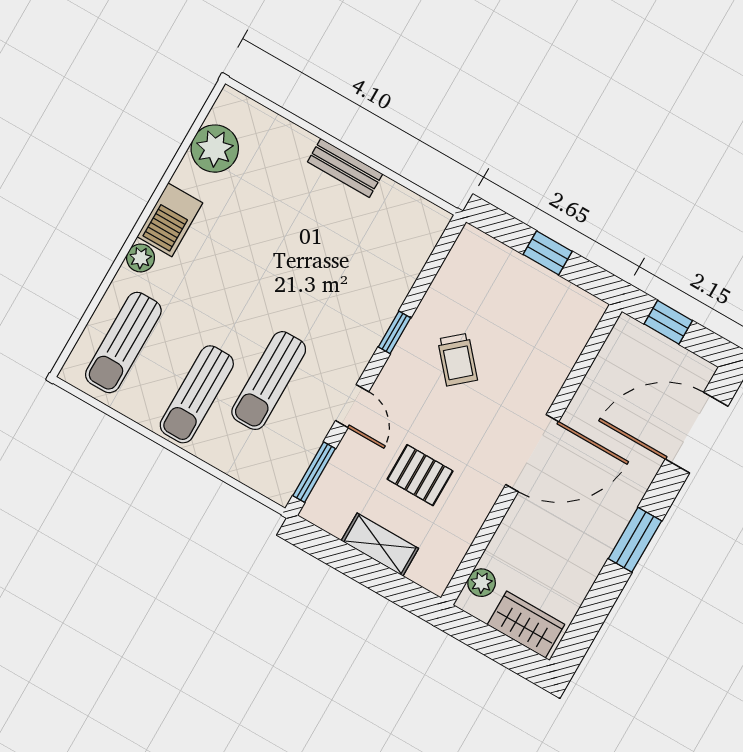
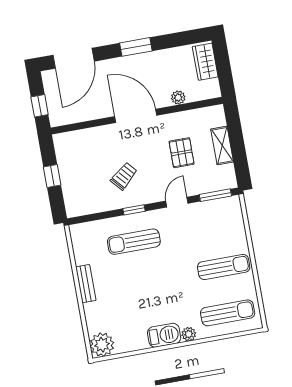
plant: (215, 149) -> (102, 345), moved
sun lounger: (269, 381) -> (134, 242), moved, turned 180
door: (697, 433) -> (74, 58), hinge flipped
plant: (482, 583) -> (178, 98), moved

